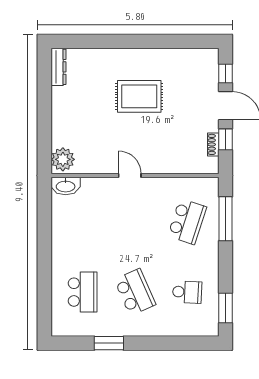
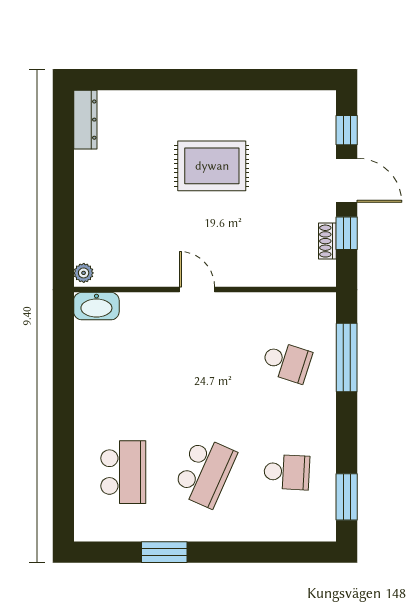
plant: (63, 159) -> (84, 273), width x0.53, depth x0.53
school desk: (187, 222) -> (287, 362), width x0.54
school desk: (135, 292) -> (205, 472), turned 48

